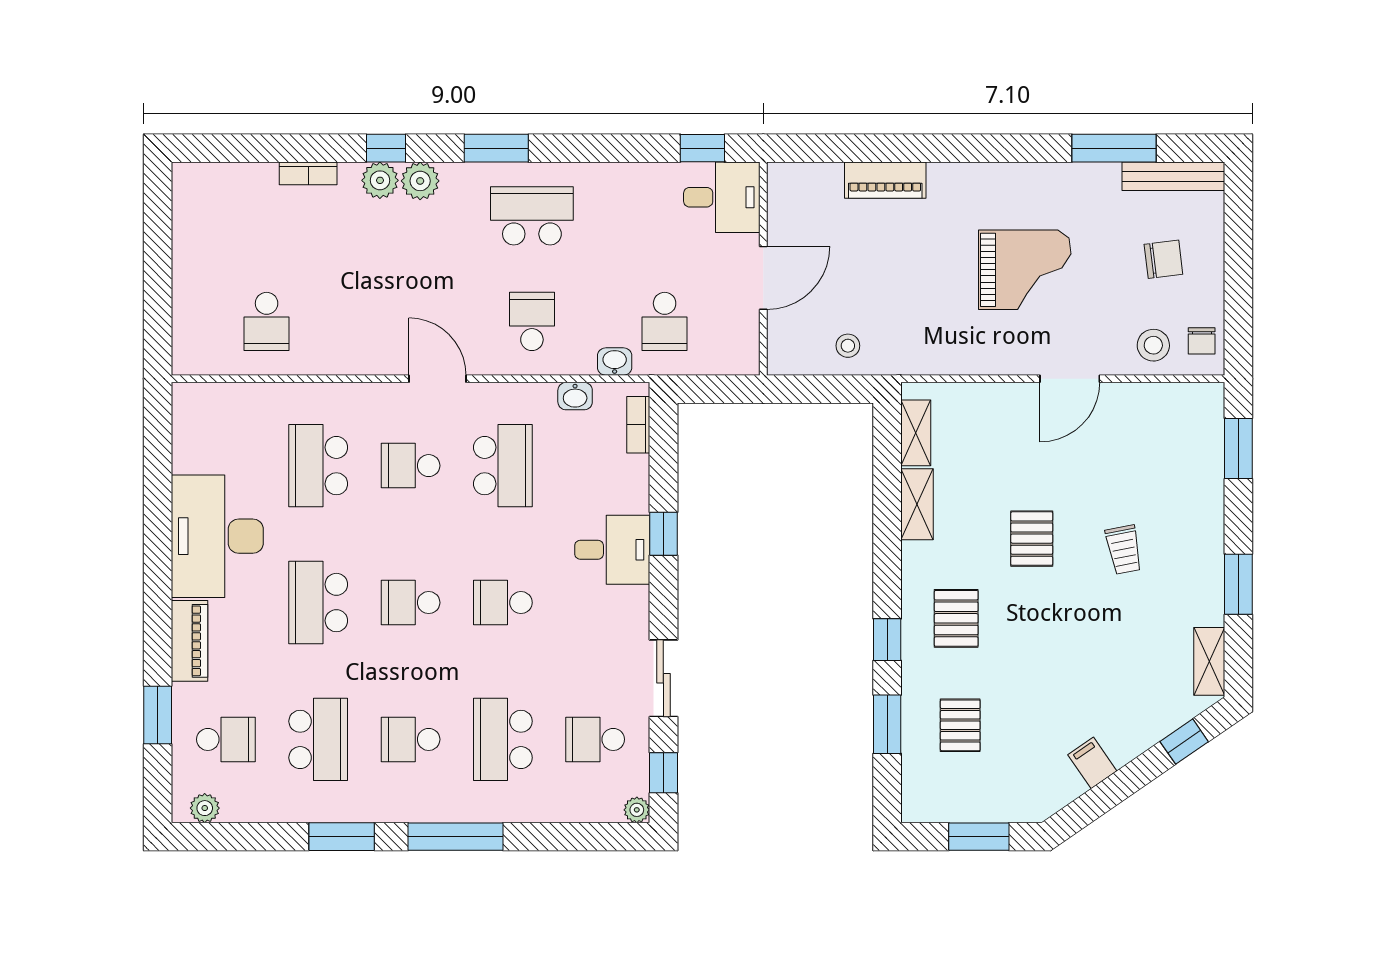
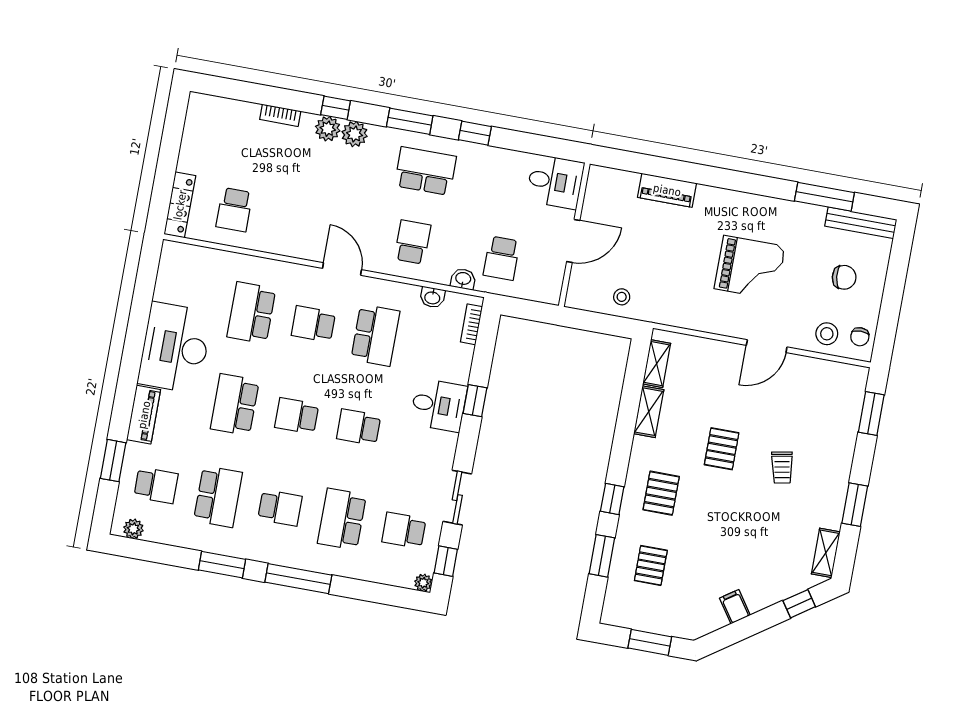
window: (702, 148) -> (475, 133), moved
locker: (187, 329) -> (180, 205), added
school desk: (411, 739) -> (280, 508), turned 180

